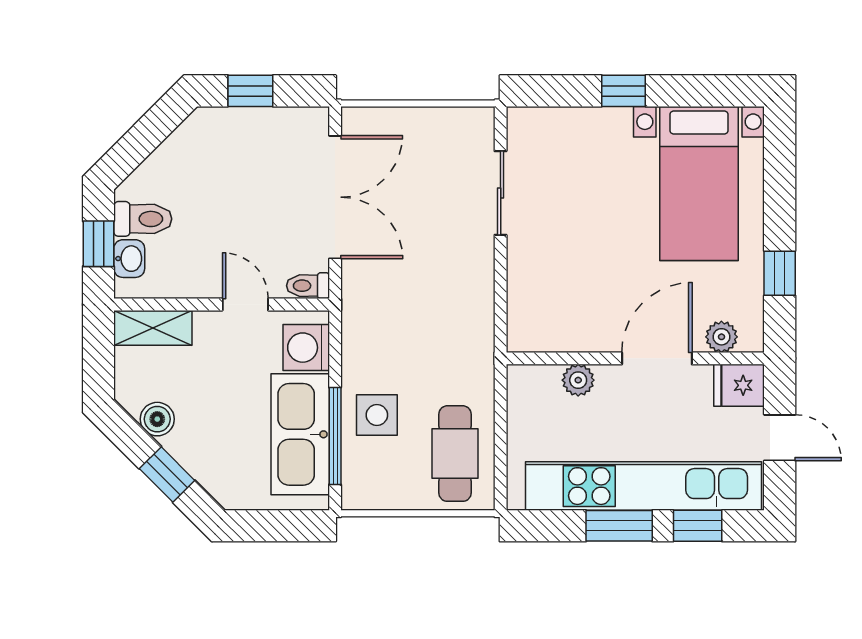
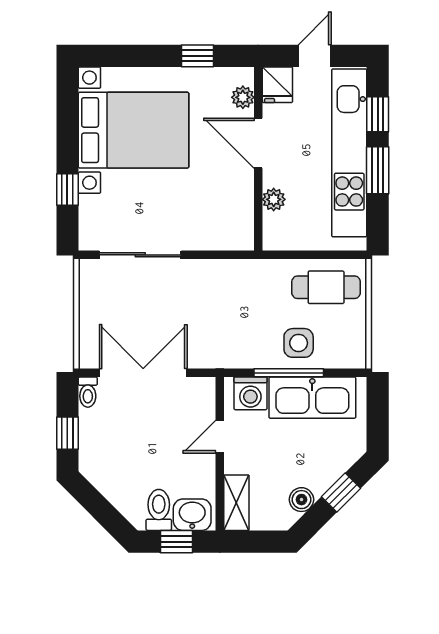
window: (624, 91) -> (67, 190), moved
bed with nightstands: (699, 184) -> (134, 130), width x1.36
sliding door: (501, 193) -> (140, 255), width x1.37
washbasin: (129, 259) -> (192, 515), width x1.38, depth x1.45
toilet: (308, 286) -> (88, 392), moved
window: (335, 436) -> (289, 373), moved

